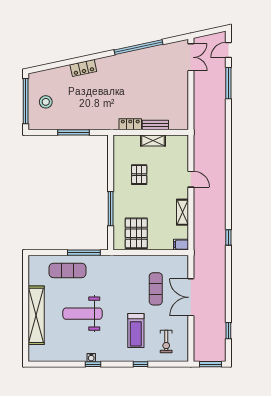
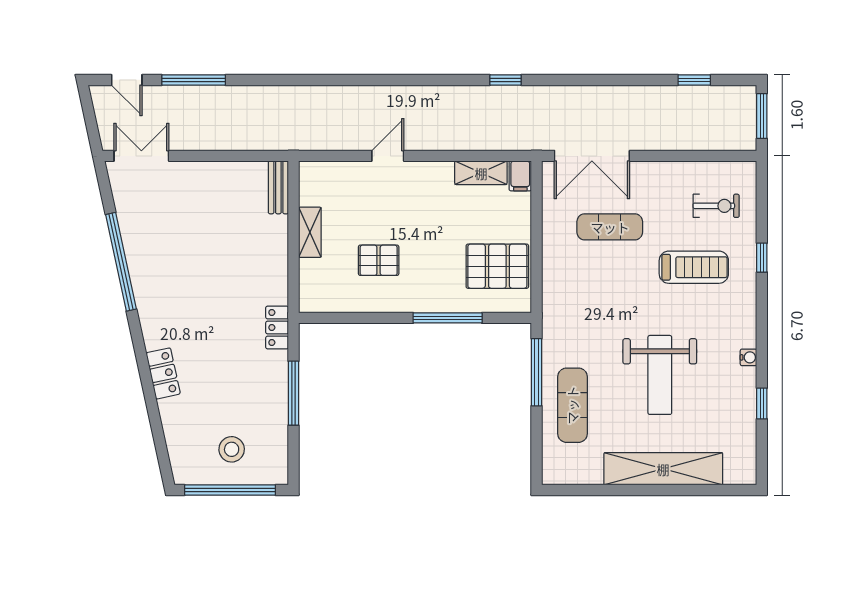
locker: (130, 124) -> (277, 328), moved
bench: (155, 125) -> (278, 187), moved
shelving: (183, 212) -> (481, 173), moved
double door: (191, 297) -> (592, 156), moved
window: (93, 364) -> (762, 403), moved

